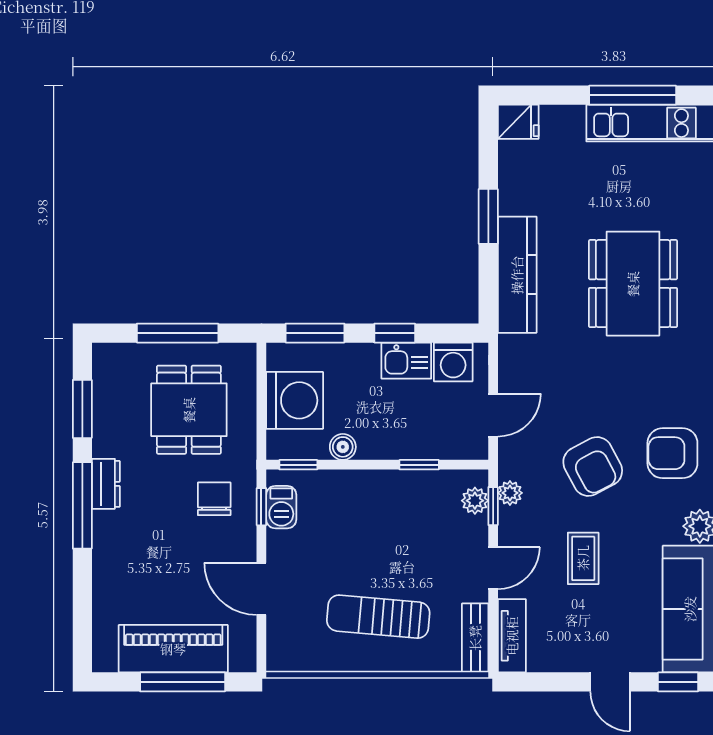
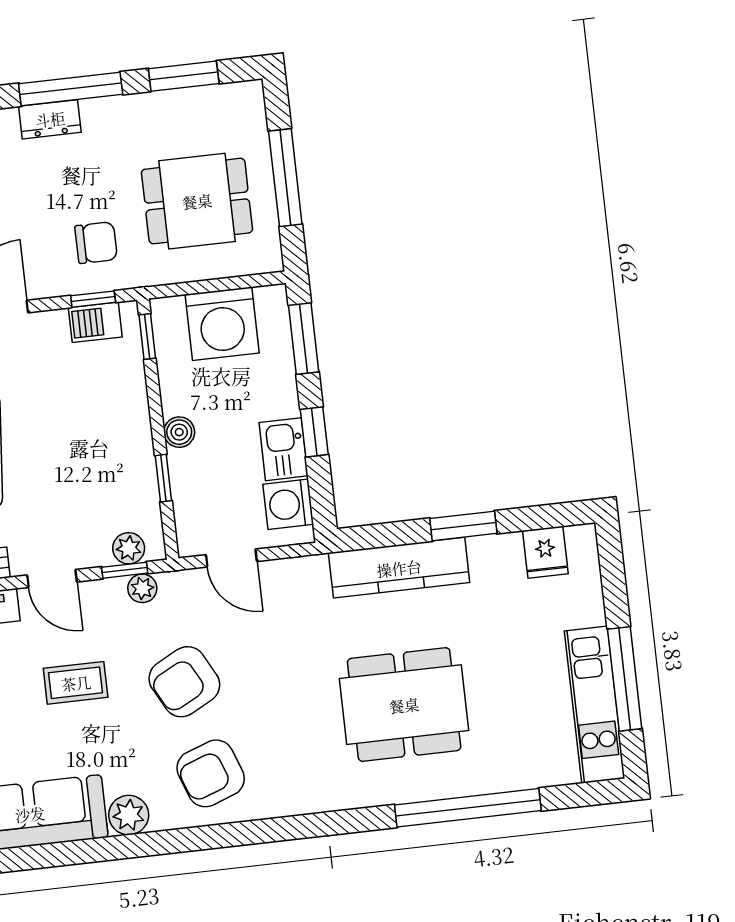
fridge: (518, 122) -> (545, 552), moved
boiler: (343, 447) -> (179, 432), moved
armchair: (672, 453) -> (211, 773), turned -110
dresser: (106, 484) -> (50, 119), moved

